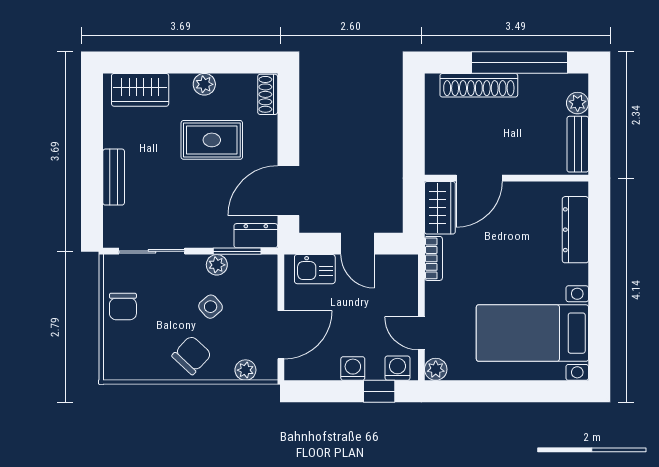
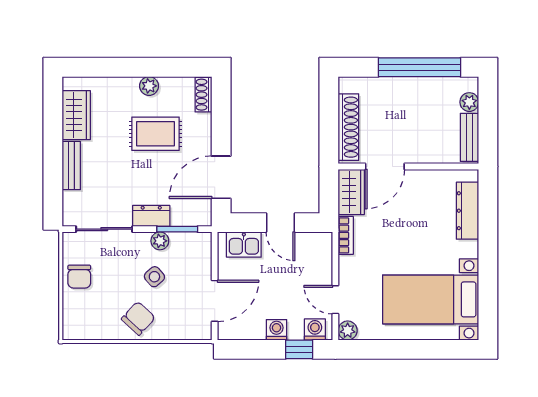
shoe rack: (479, 85) -> (348, 127), moved, turned -90
wardrobe: (140, 90) -> (76, 115), moved, turned -90
dresser: (256, 236) -> (151, 216), moved
plant: (245, 370) -> (184, 331), removed

